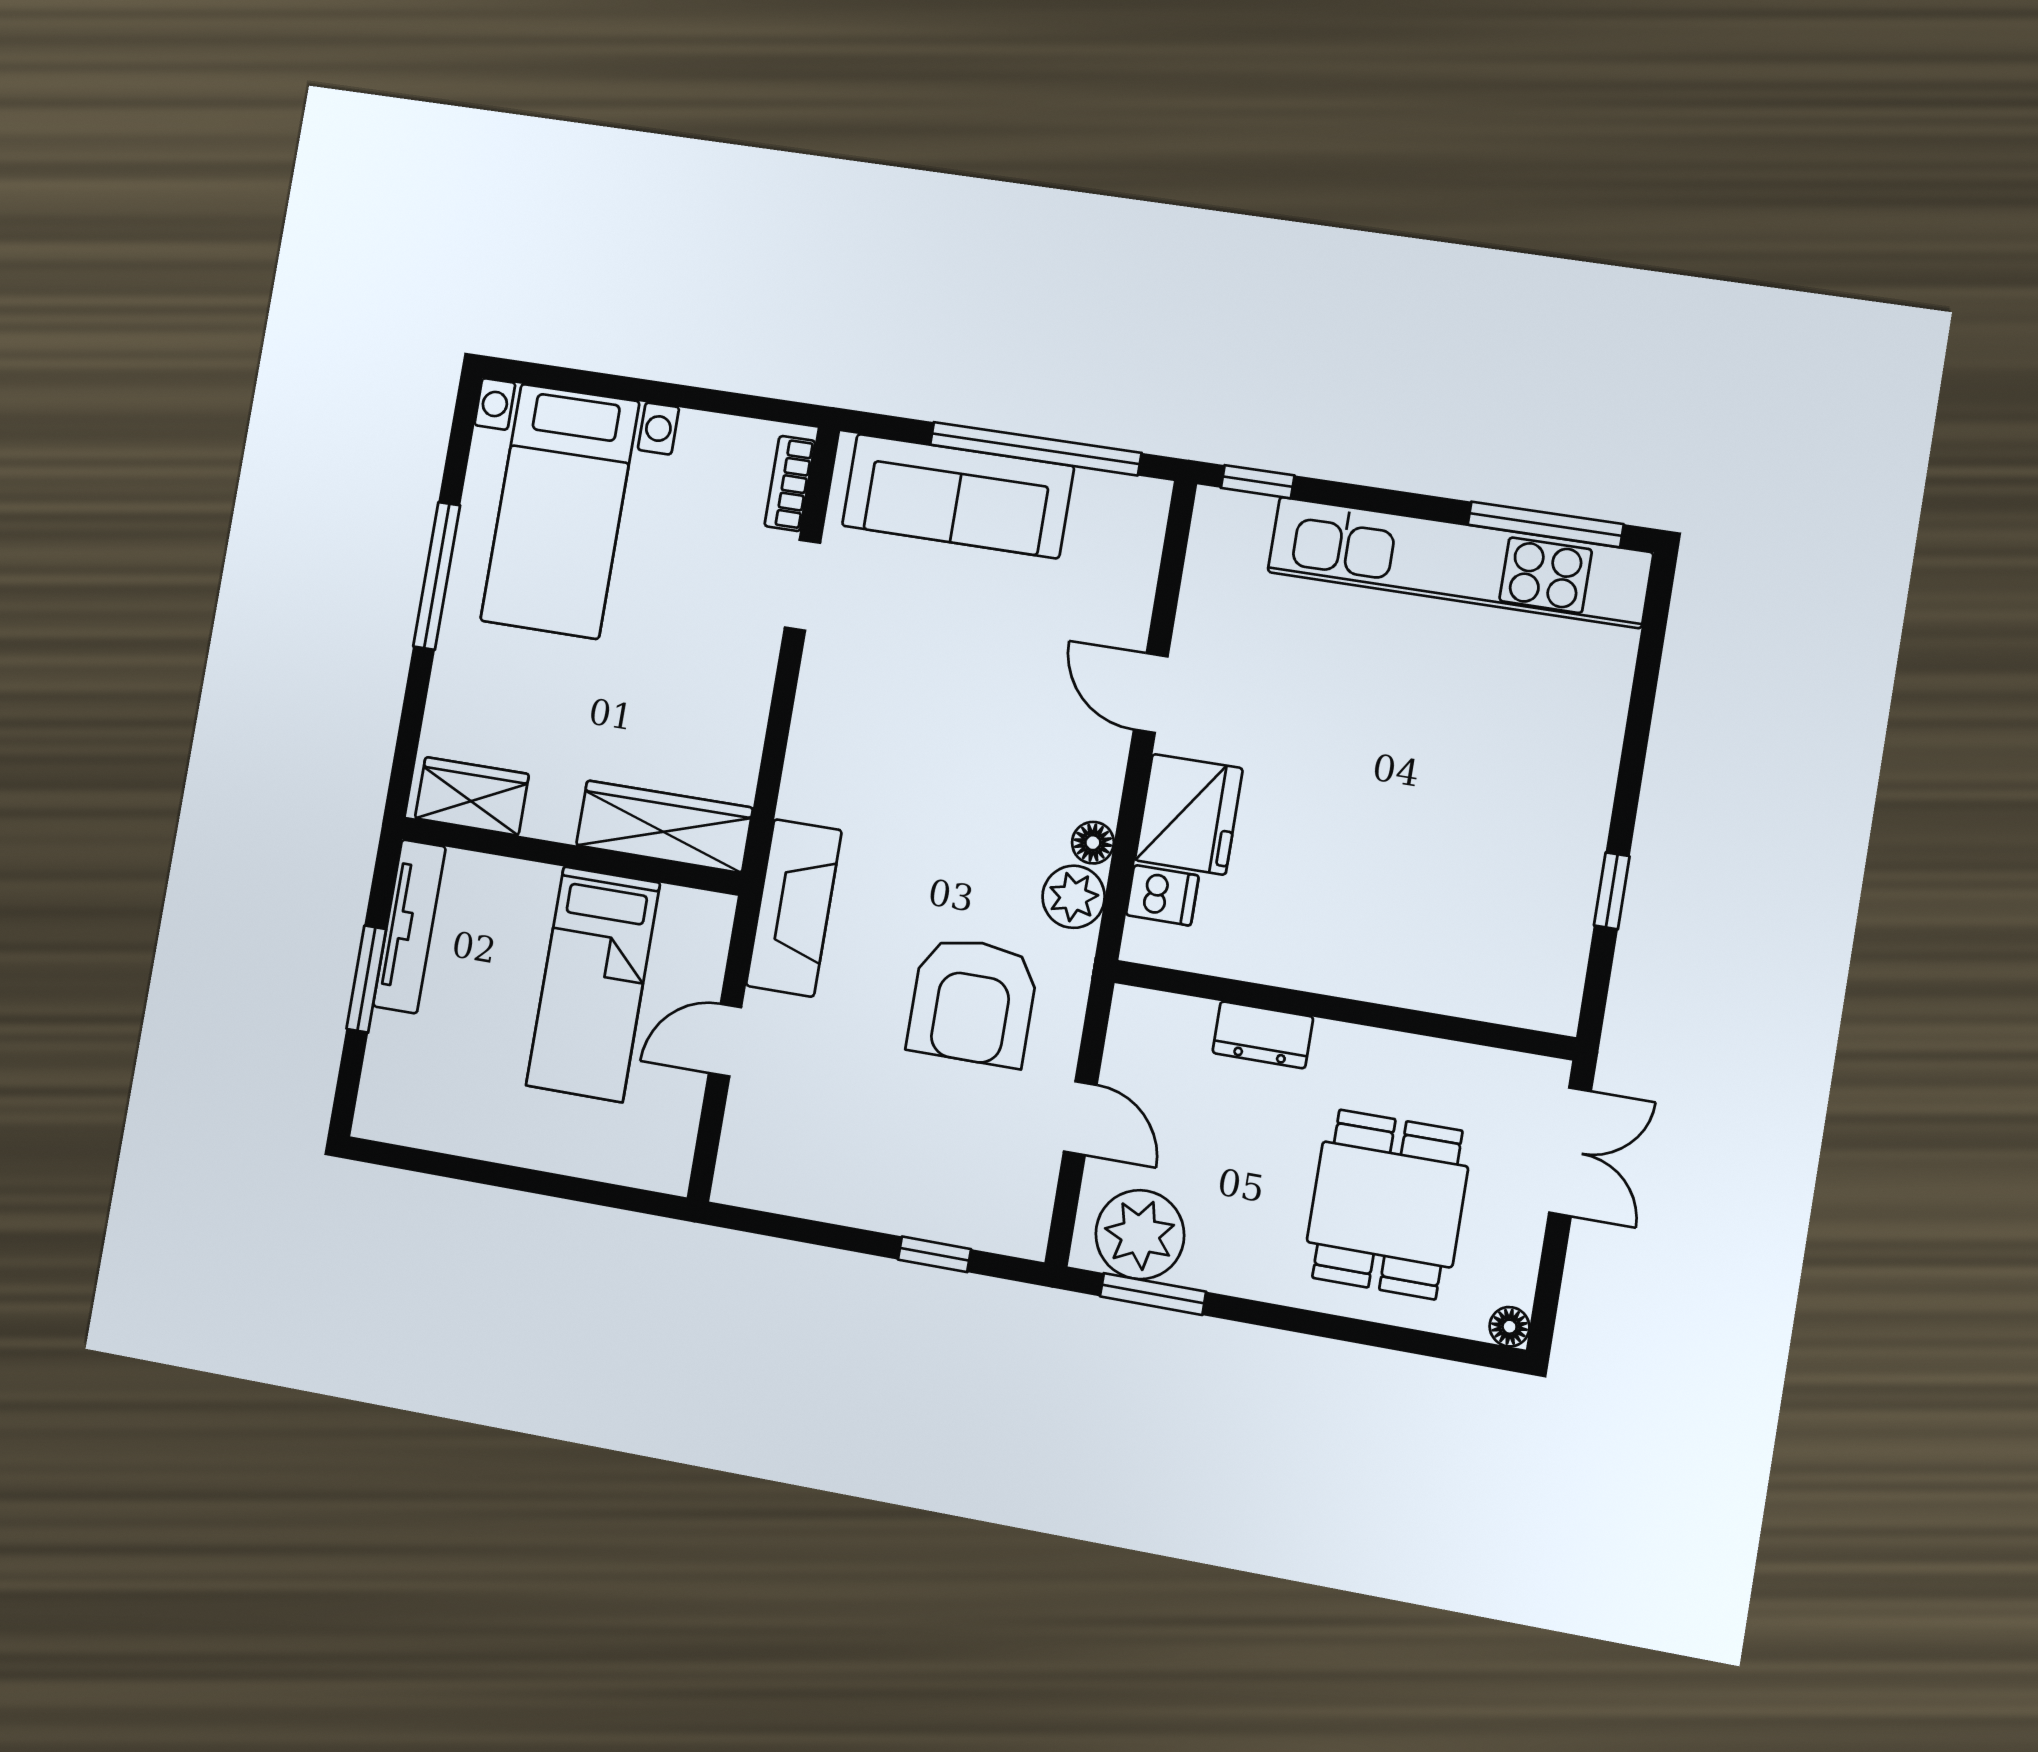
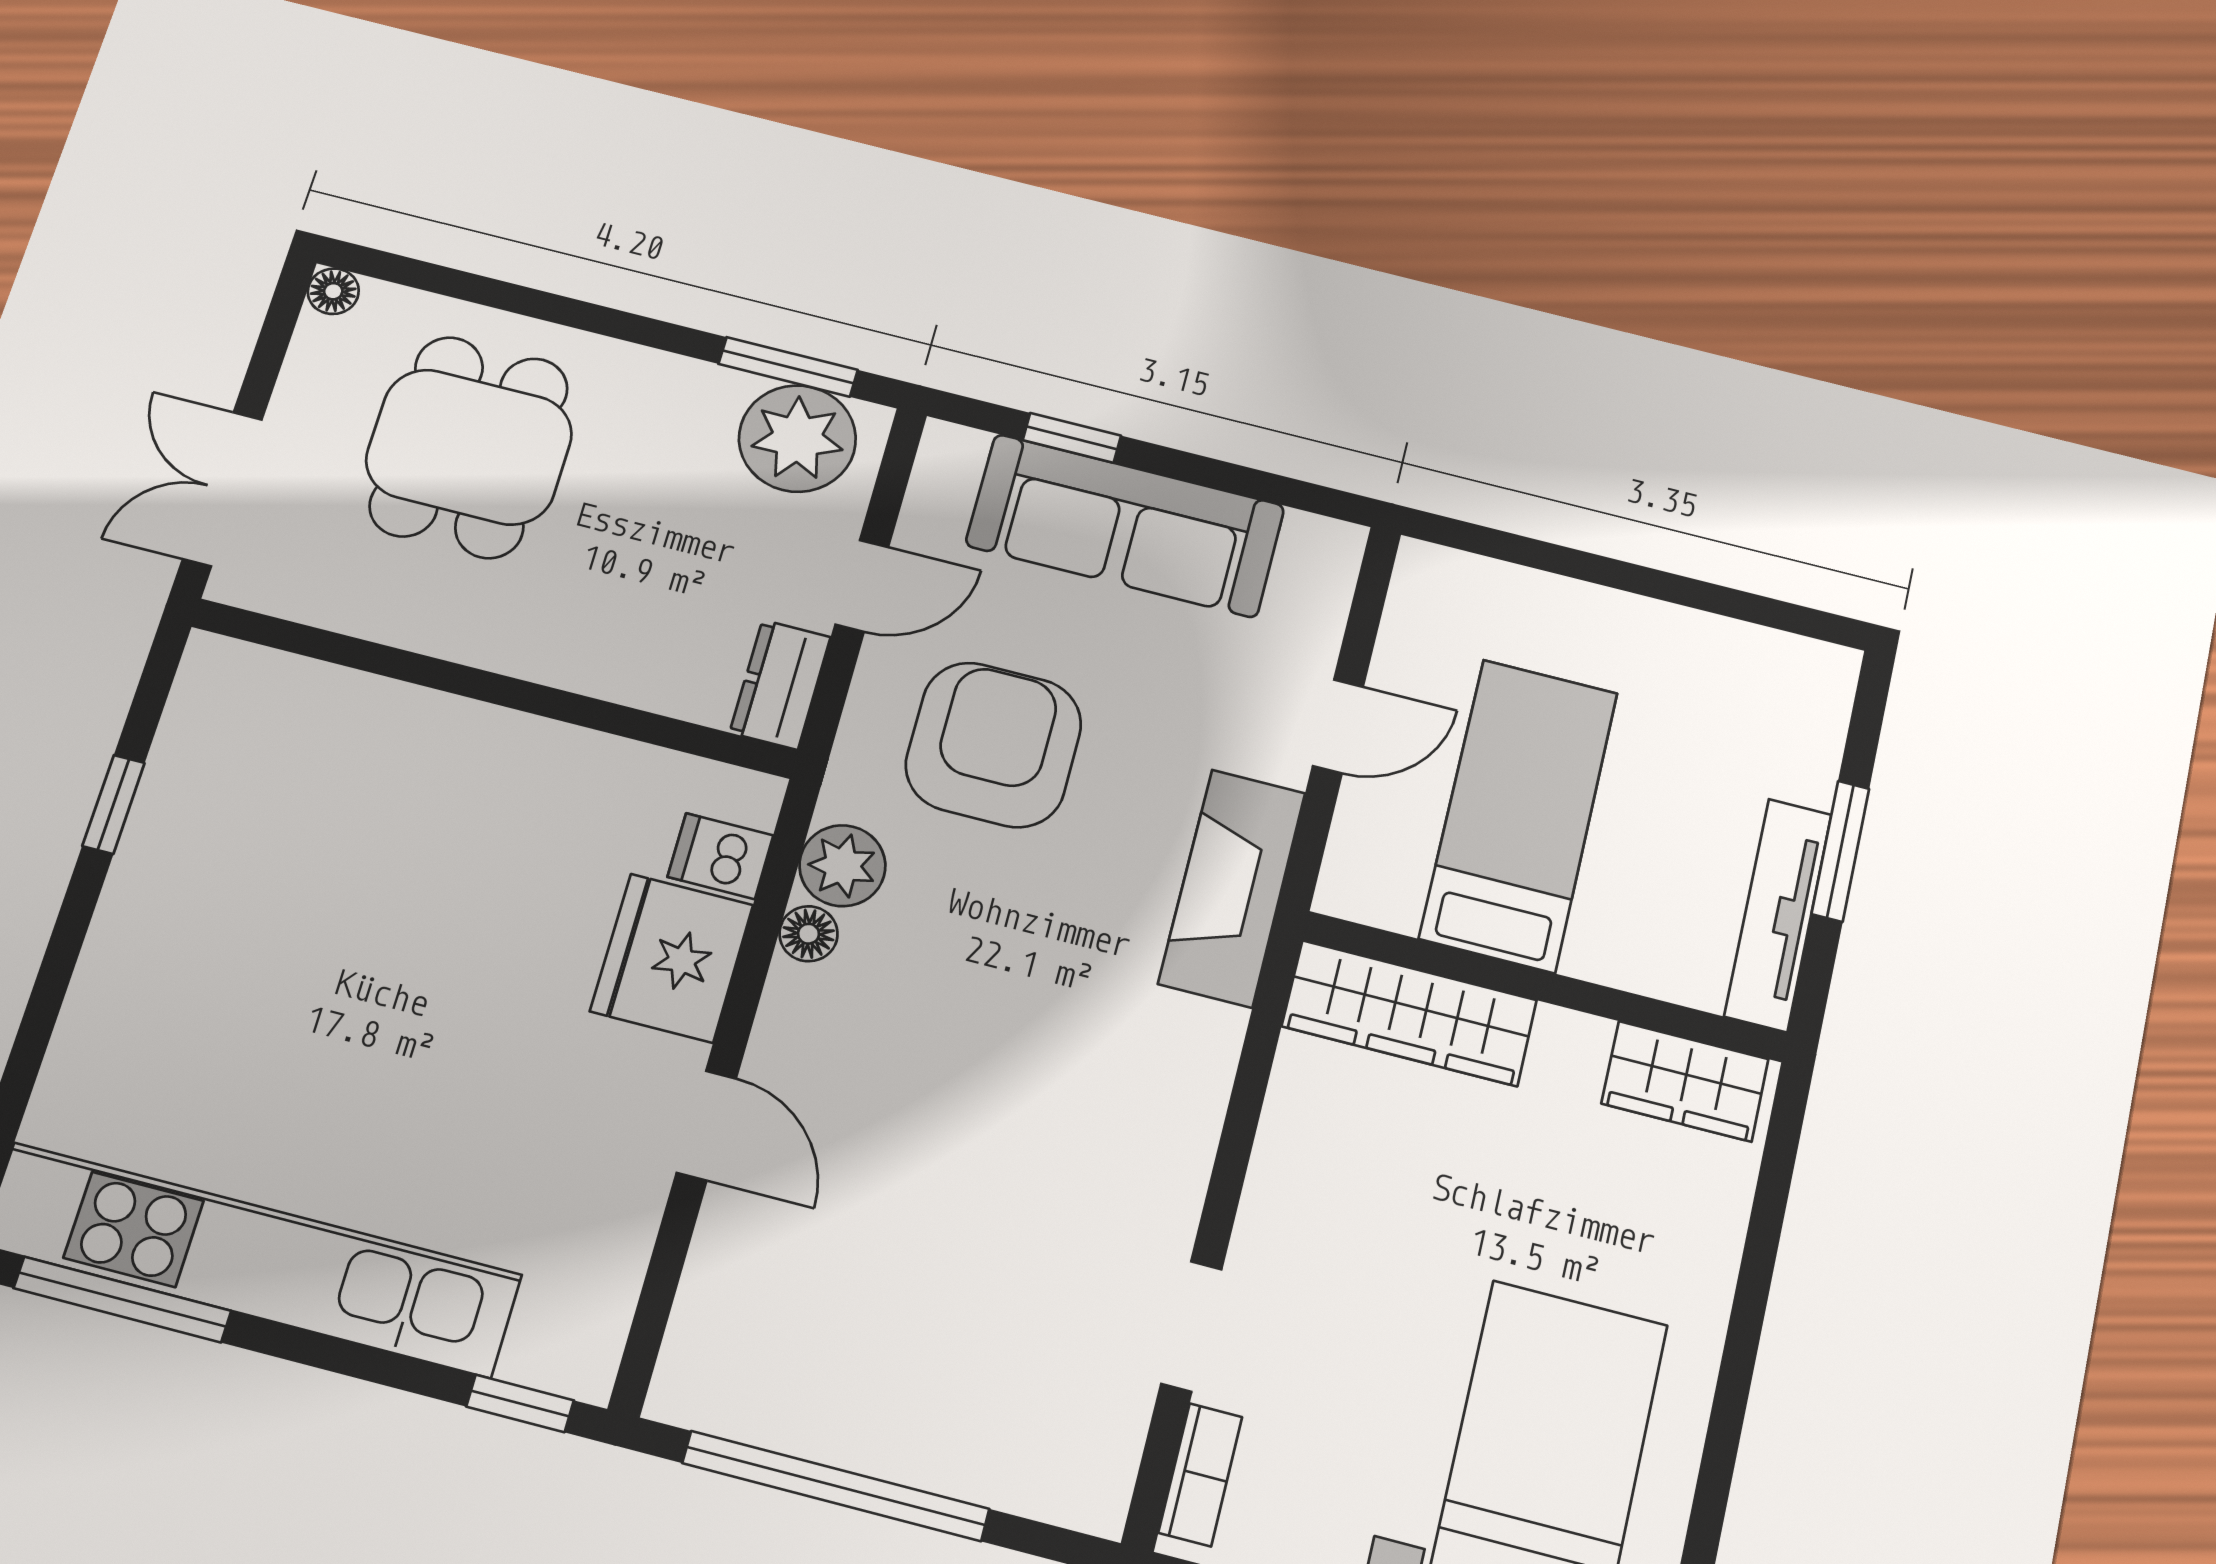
sofa: (958, 496) -> (1125, 526), moved, turned 180
window: (437, 576) -> (1731, 1397), removed
dresser: (1263, 1035) -> (780, 685), moved, turned -90
door: (1080, 1118) -> (862, 586), swing flipped

